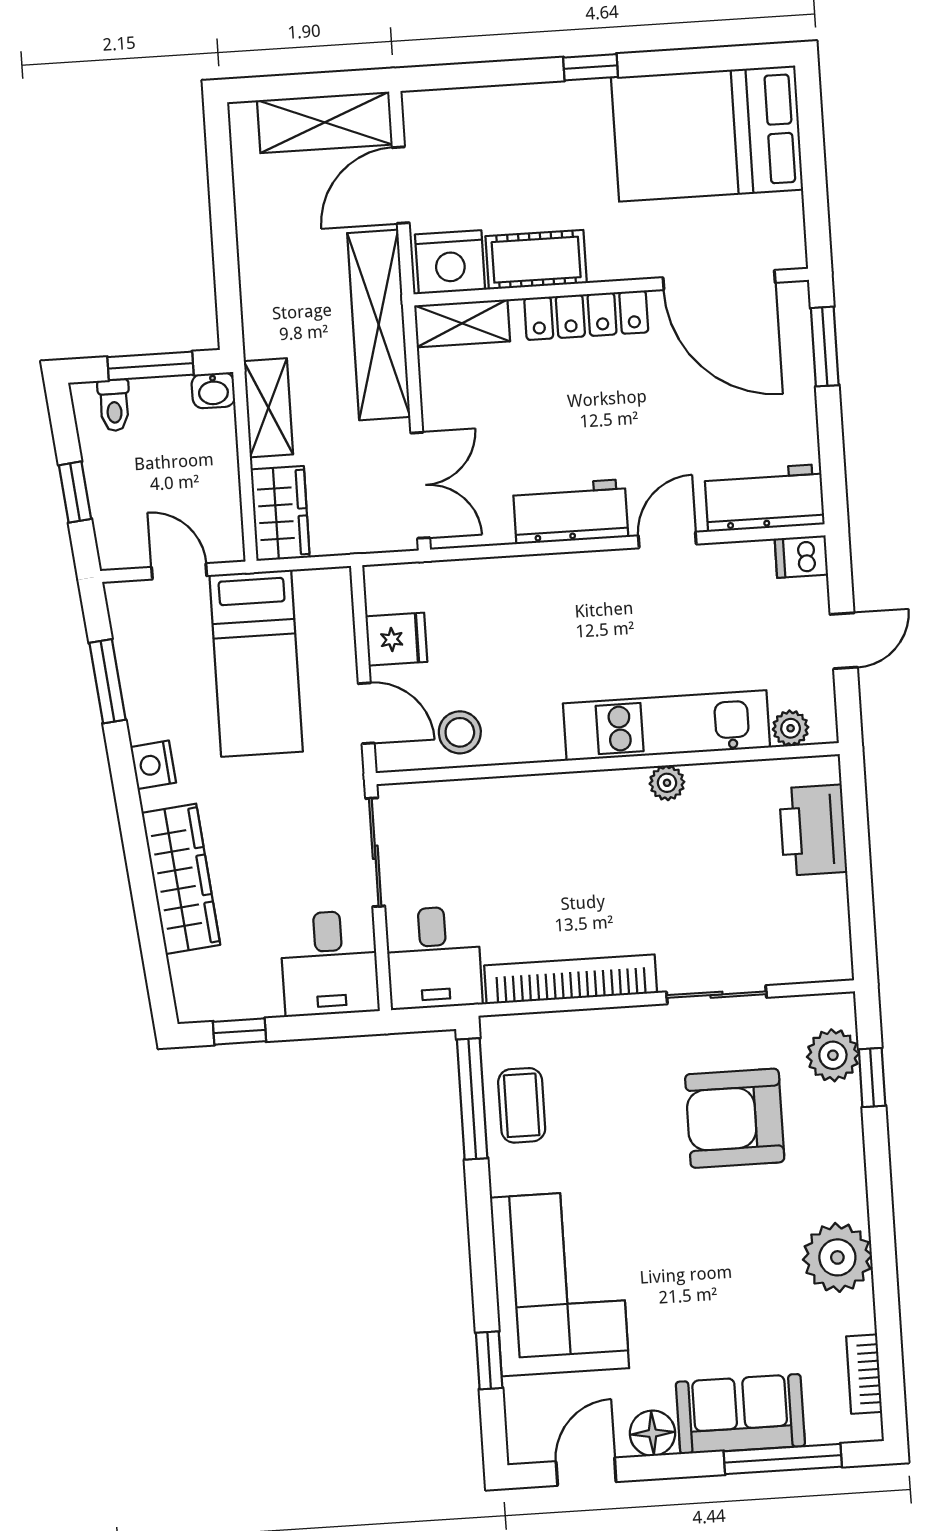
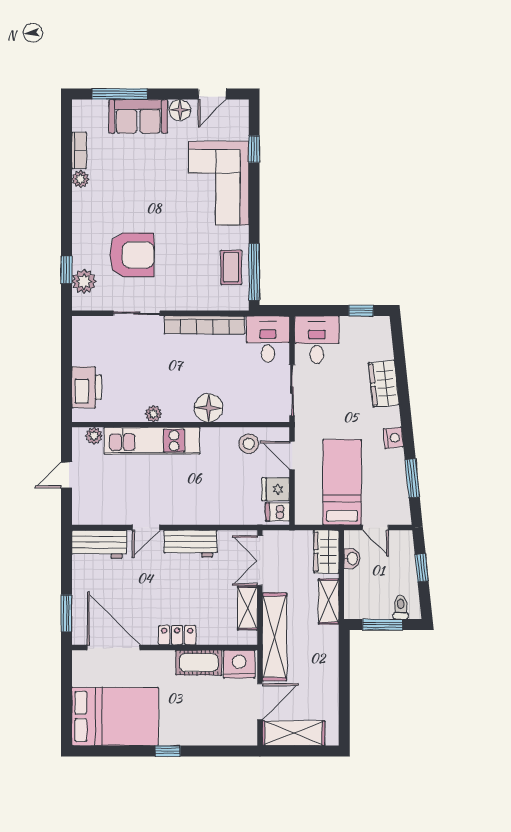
locker: (586, 315) -> (177, 635), width x0.66
shelving: (462, 323) -> (247, 608), moved, turned 90
washbasin: (213, 390) -> (352, 559), moved, turned 90
dishwasher: (801, 557) -> (278, 512), moved, turned 180
floor lamp: (551, 803) -> (209, 408), added
wardrobe: (181, 879) -> (384, 384), width x0.67
plant: (837, 1257) -> (80, 179), width x0.53, depth x0.53
bookcase: (864, 1374) -> (79, 150), moved

